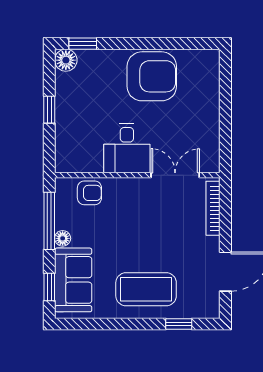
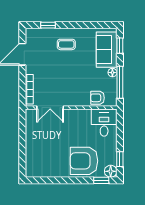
armchair: (152, 76) -> (84, 161), moved
window: (49, 110) -> (120, 159), moved
desk: (127, 148) -> (104, 123), moved
coffee table: (146, 289) -> (66, 44), width x0.54, depth x0.58

